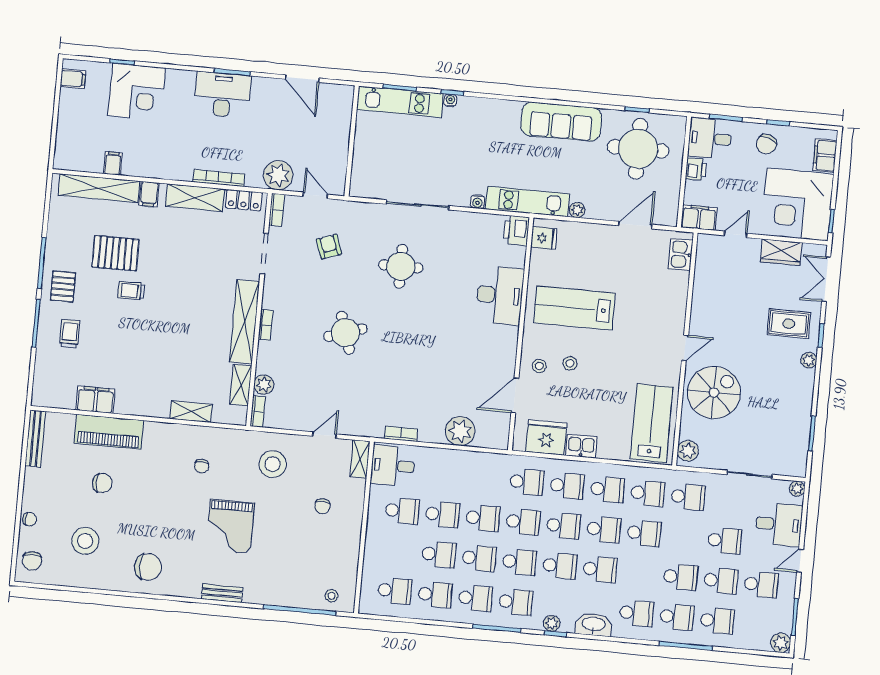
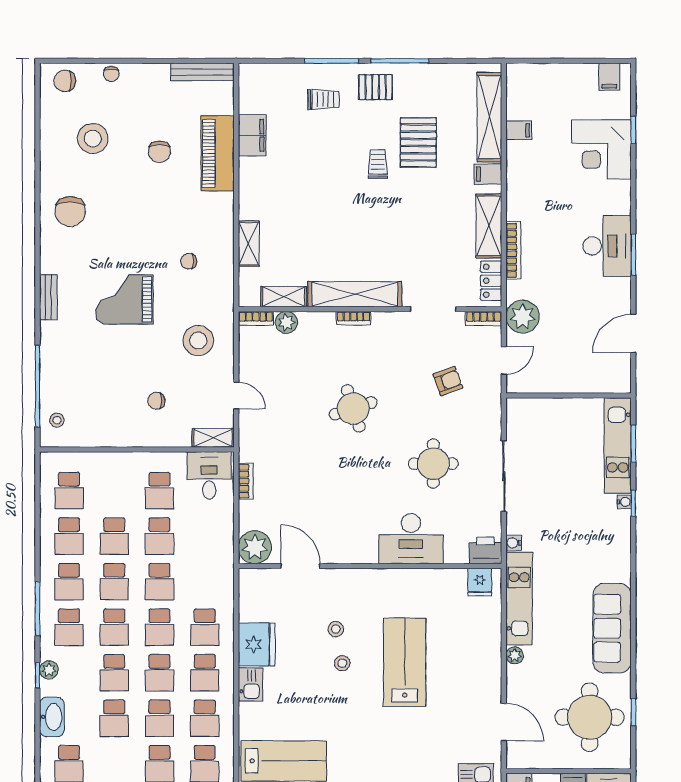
printer: (516, 230) -> (485, 550), moved
fridge: (544, 238) -> (480, 582), moved
desk: (500, 295) -> (411, 539), moved
wall: (521, 334) -> (370, 566), moved
door: (515, 395) -> (300, 566), moved

